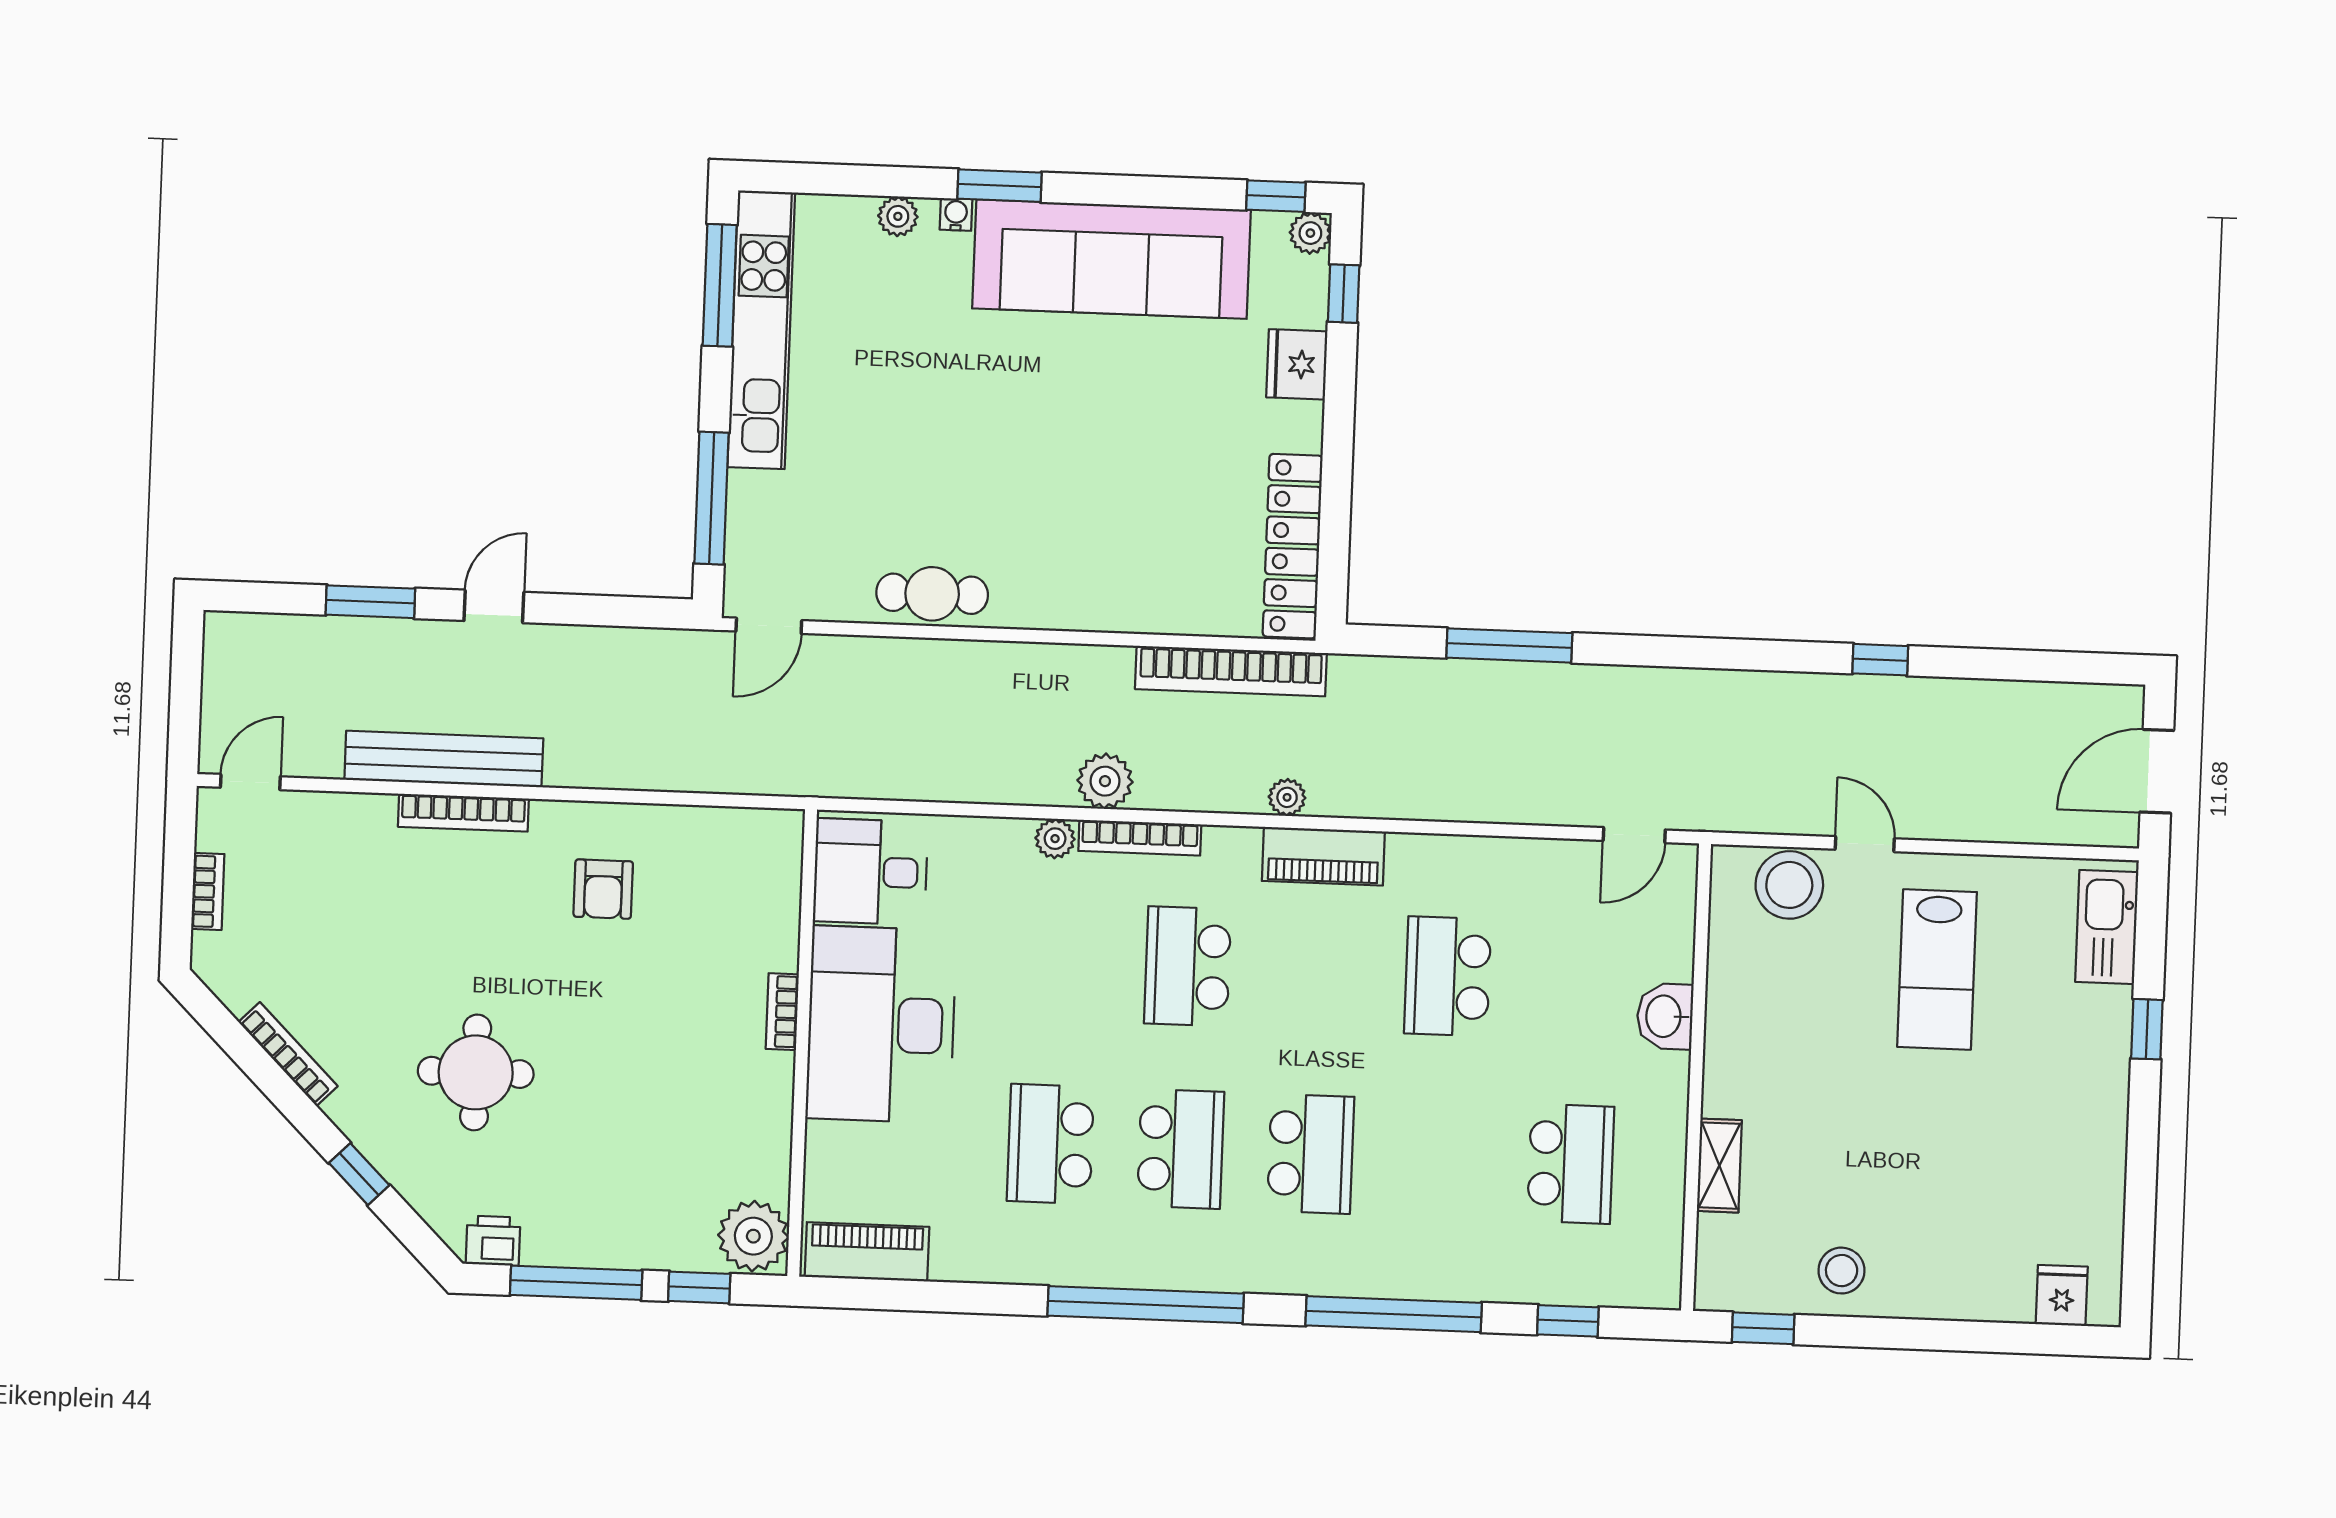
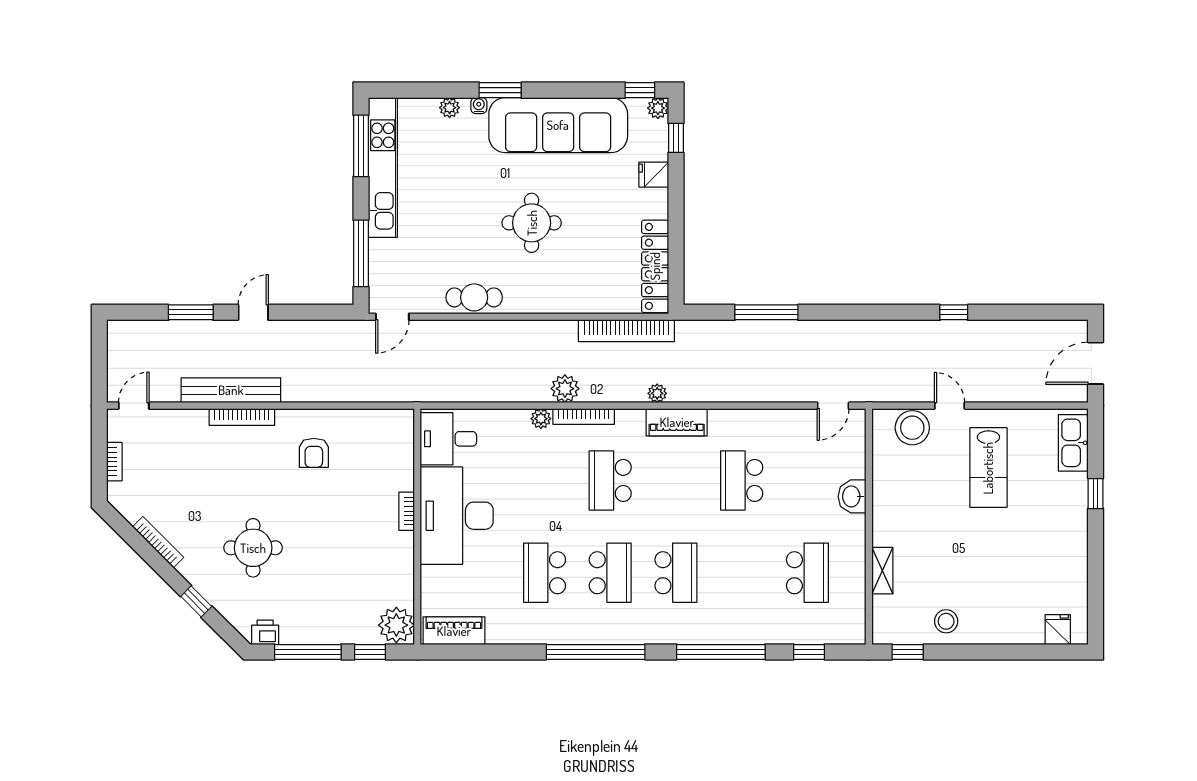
fridge: (1297, 364) -> (654, 175), width x0.72
round table: (1051, 451) -> (532, 223), added

